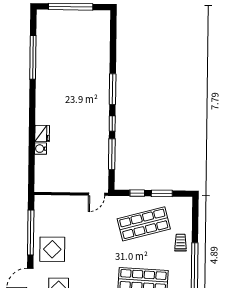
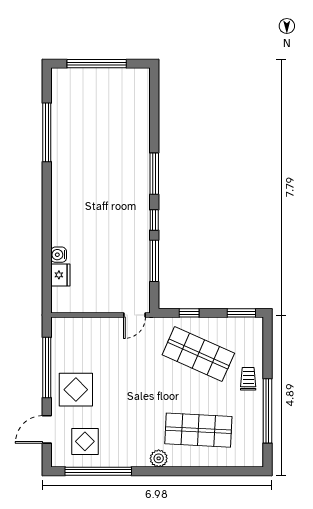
fridge: (42, 134) -> (60, 275), moved
window: (162, 193) -> (241, 313), moved
shop shelf: (144, 224) -> (198, 354), turned 39

